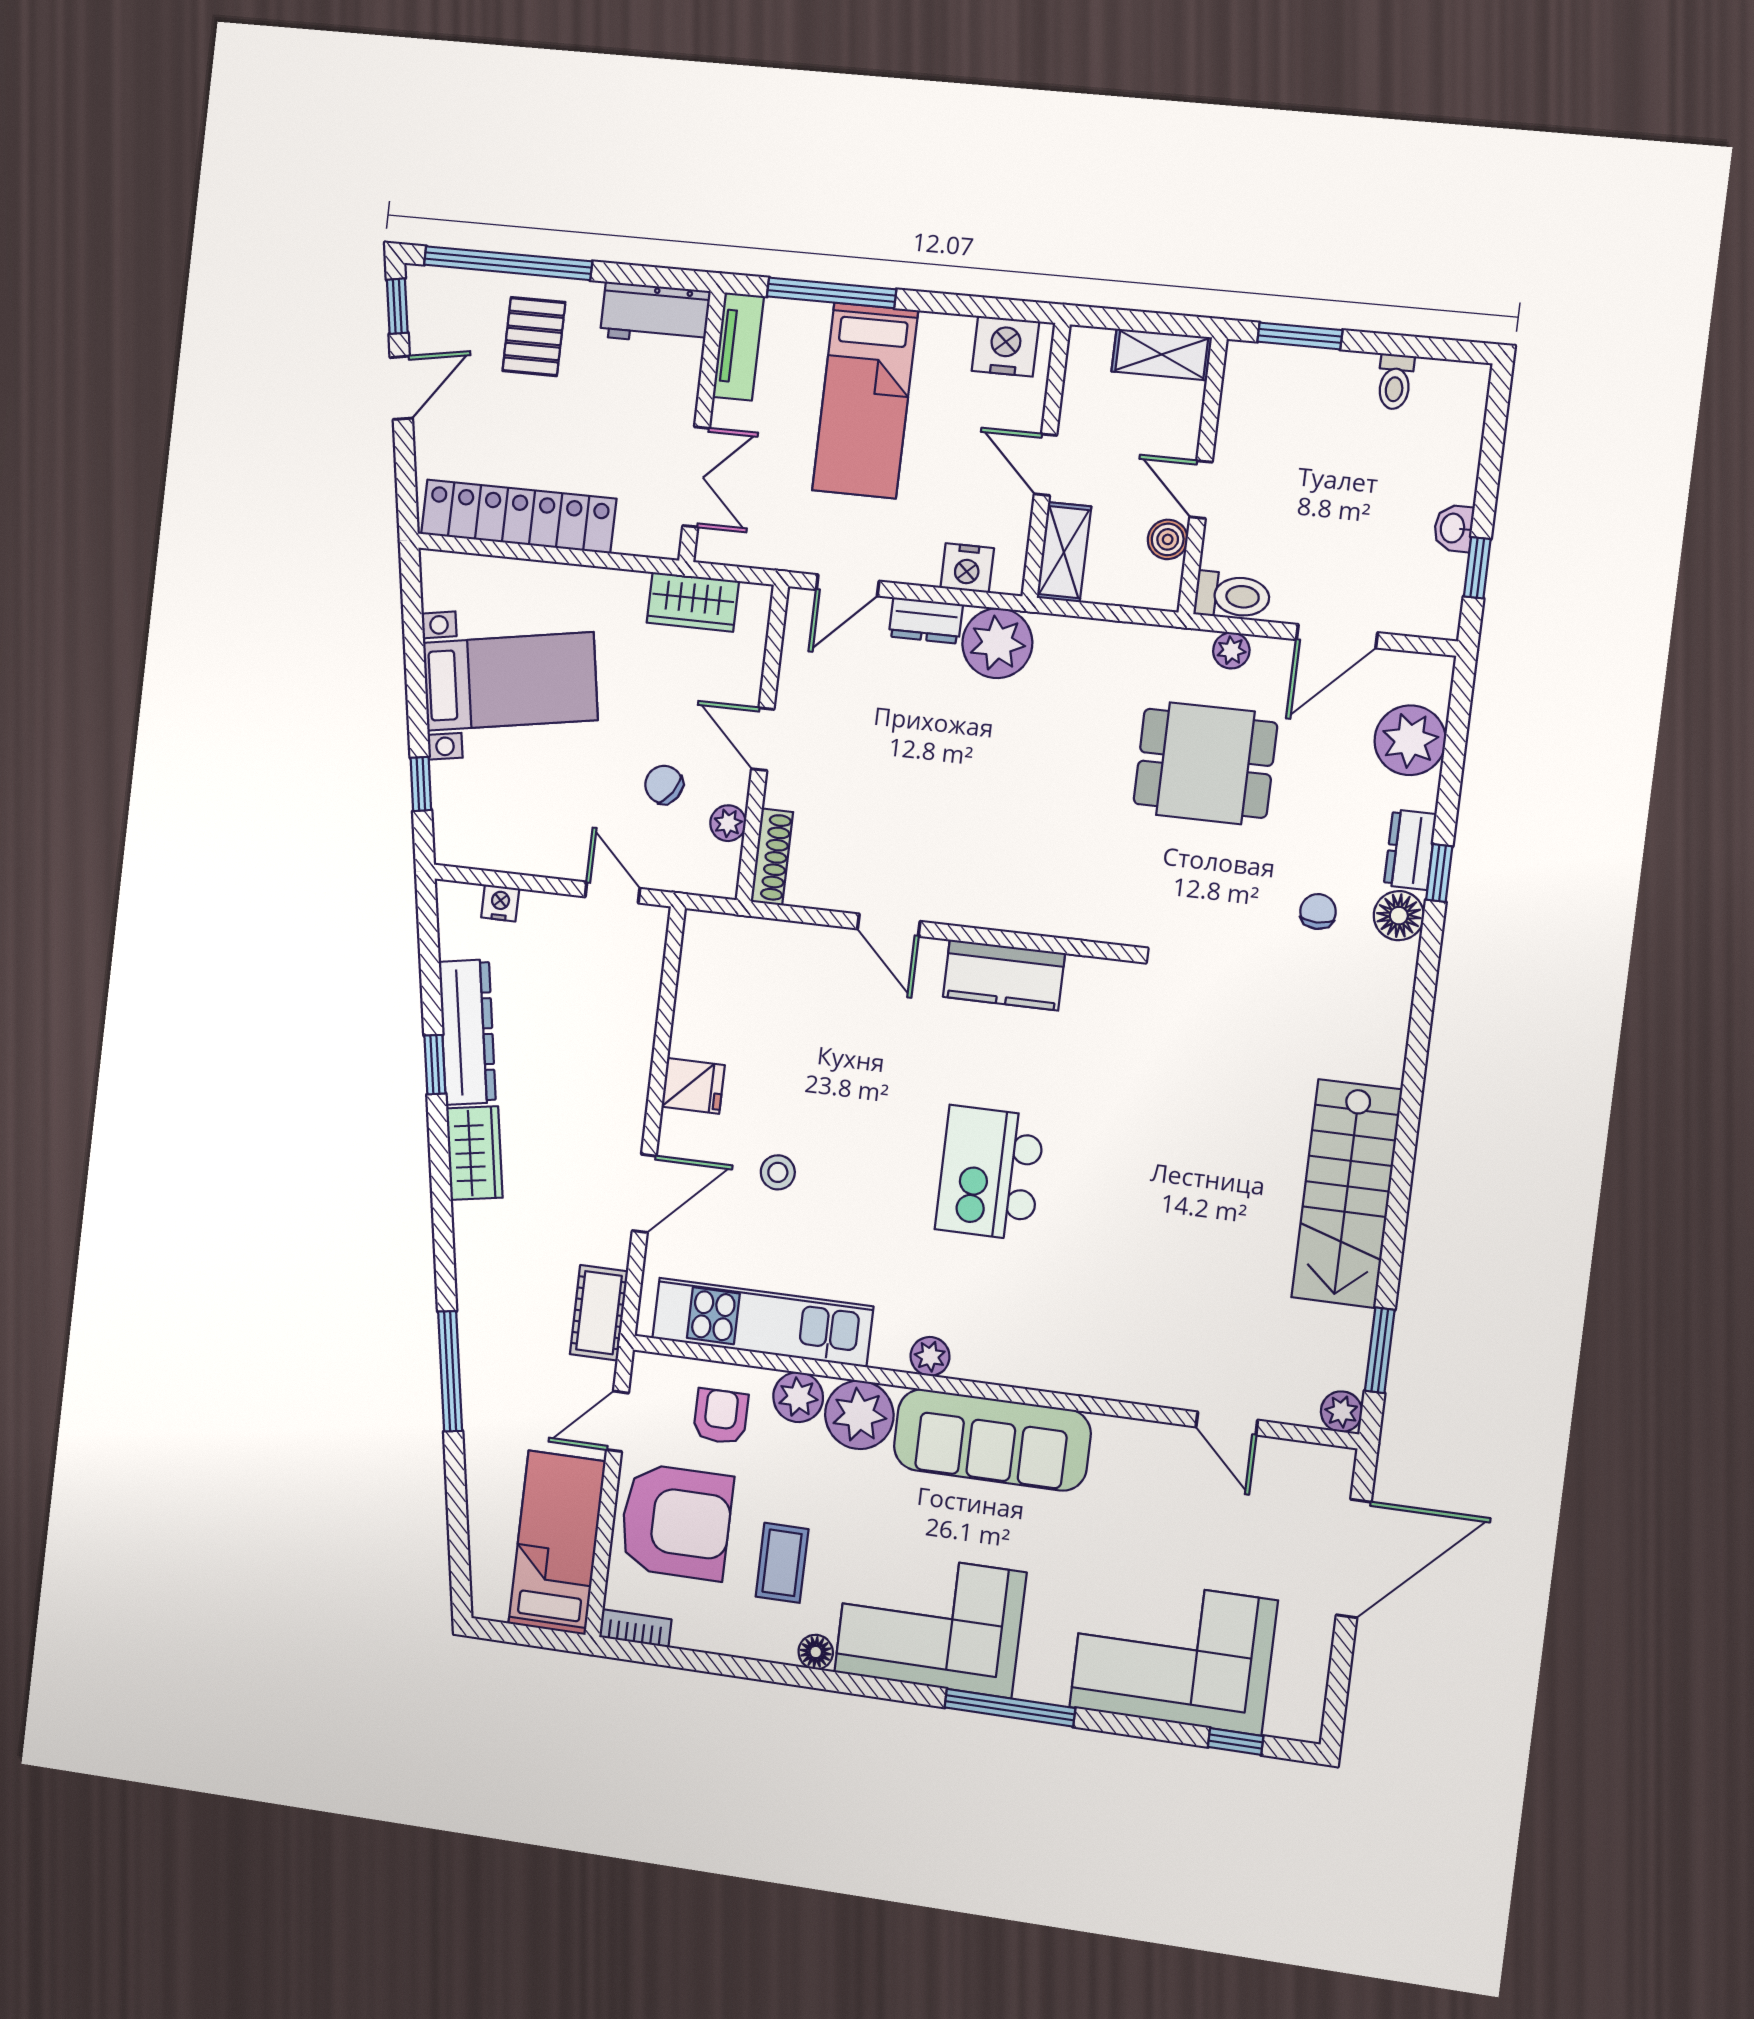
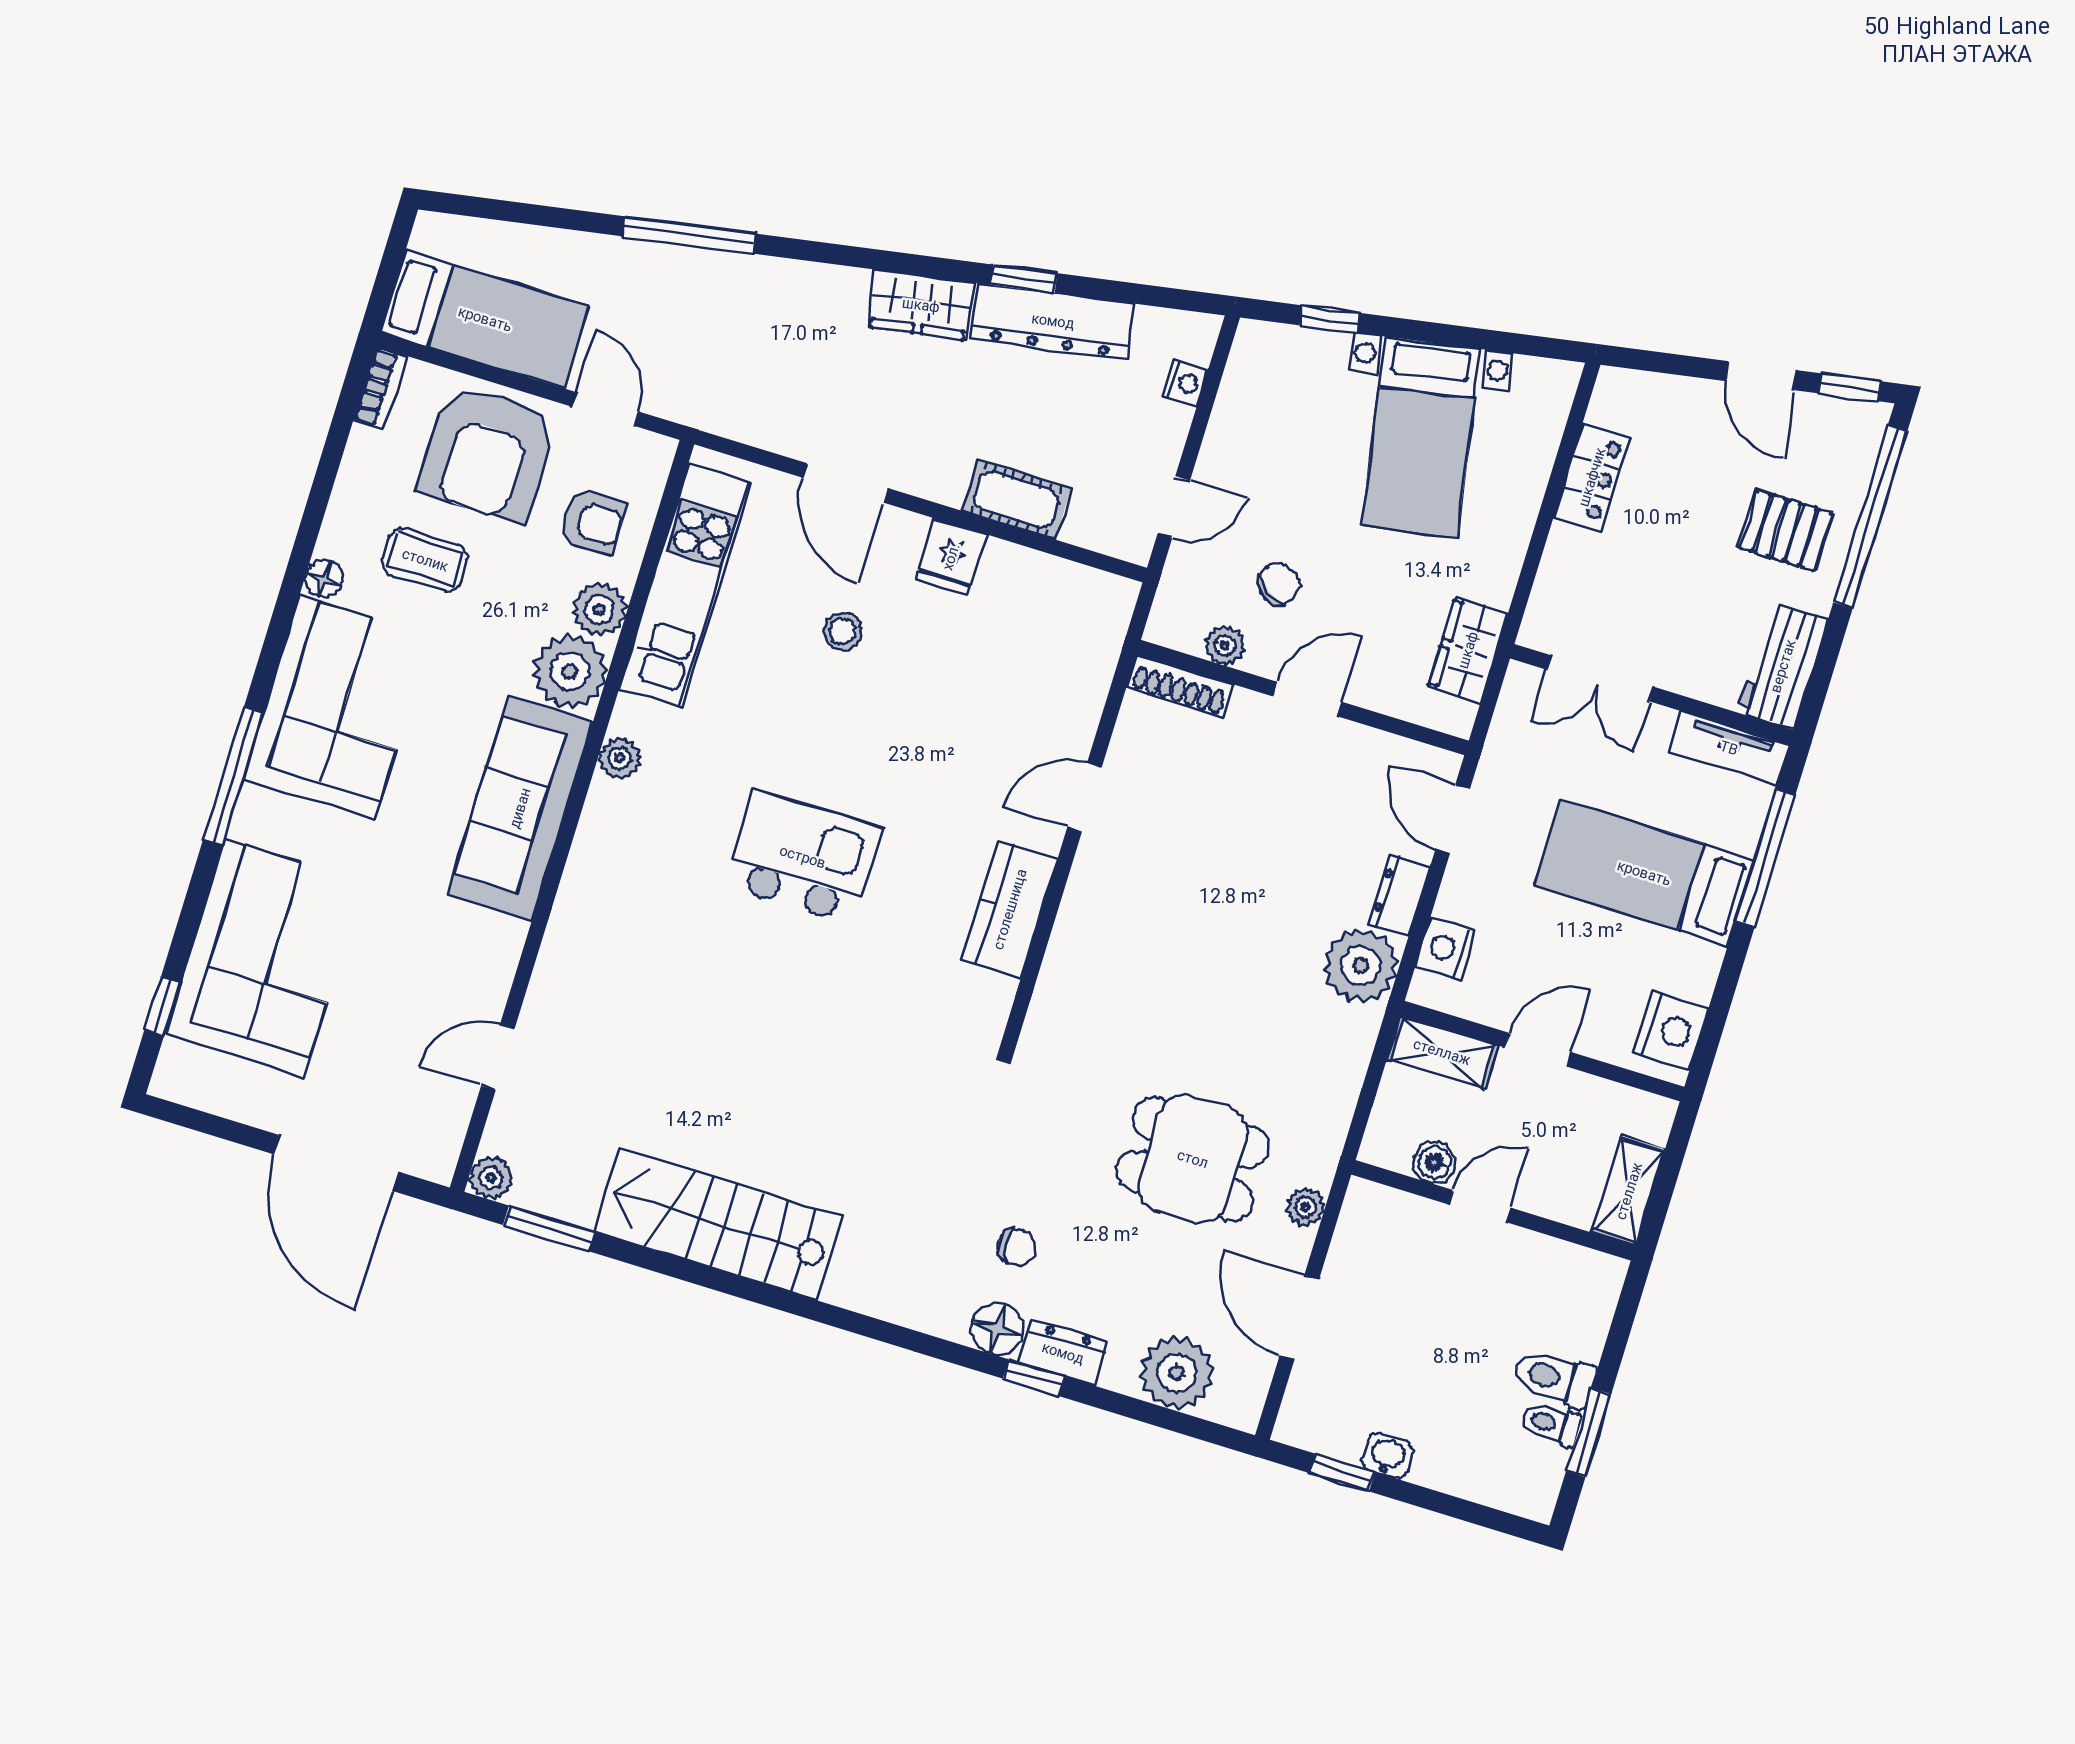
window: (1300, 336) -> (1589, 1433), moved
locker: (518, 516) -> (1592, 477), width x0.46, depth x0.83
toilet: (1232, 596) -> (1554, 1378), moved, turned 90
dining table: (1205, 763) -> (1193, 1159), turned 90
cot: (599, 1313) -> (1016, 500), moved

